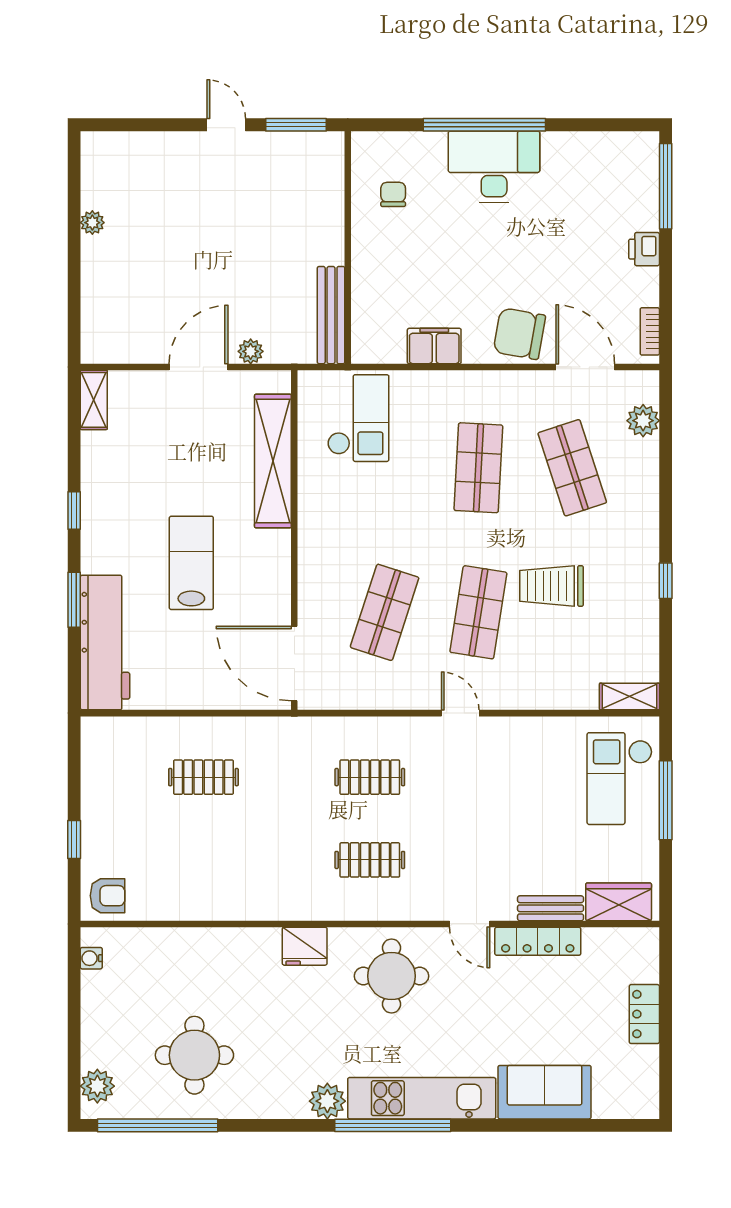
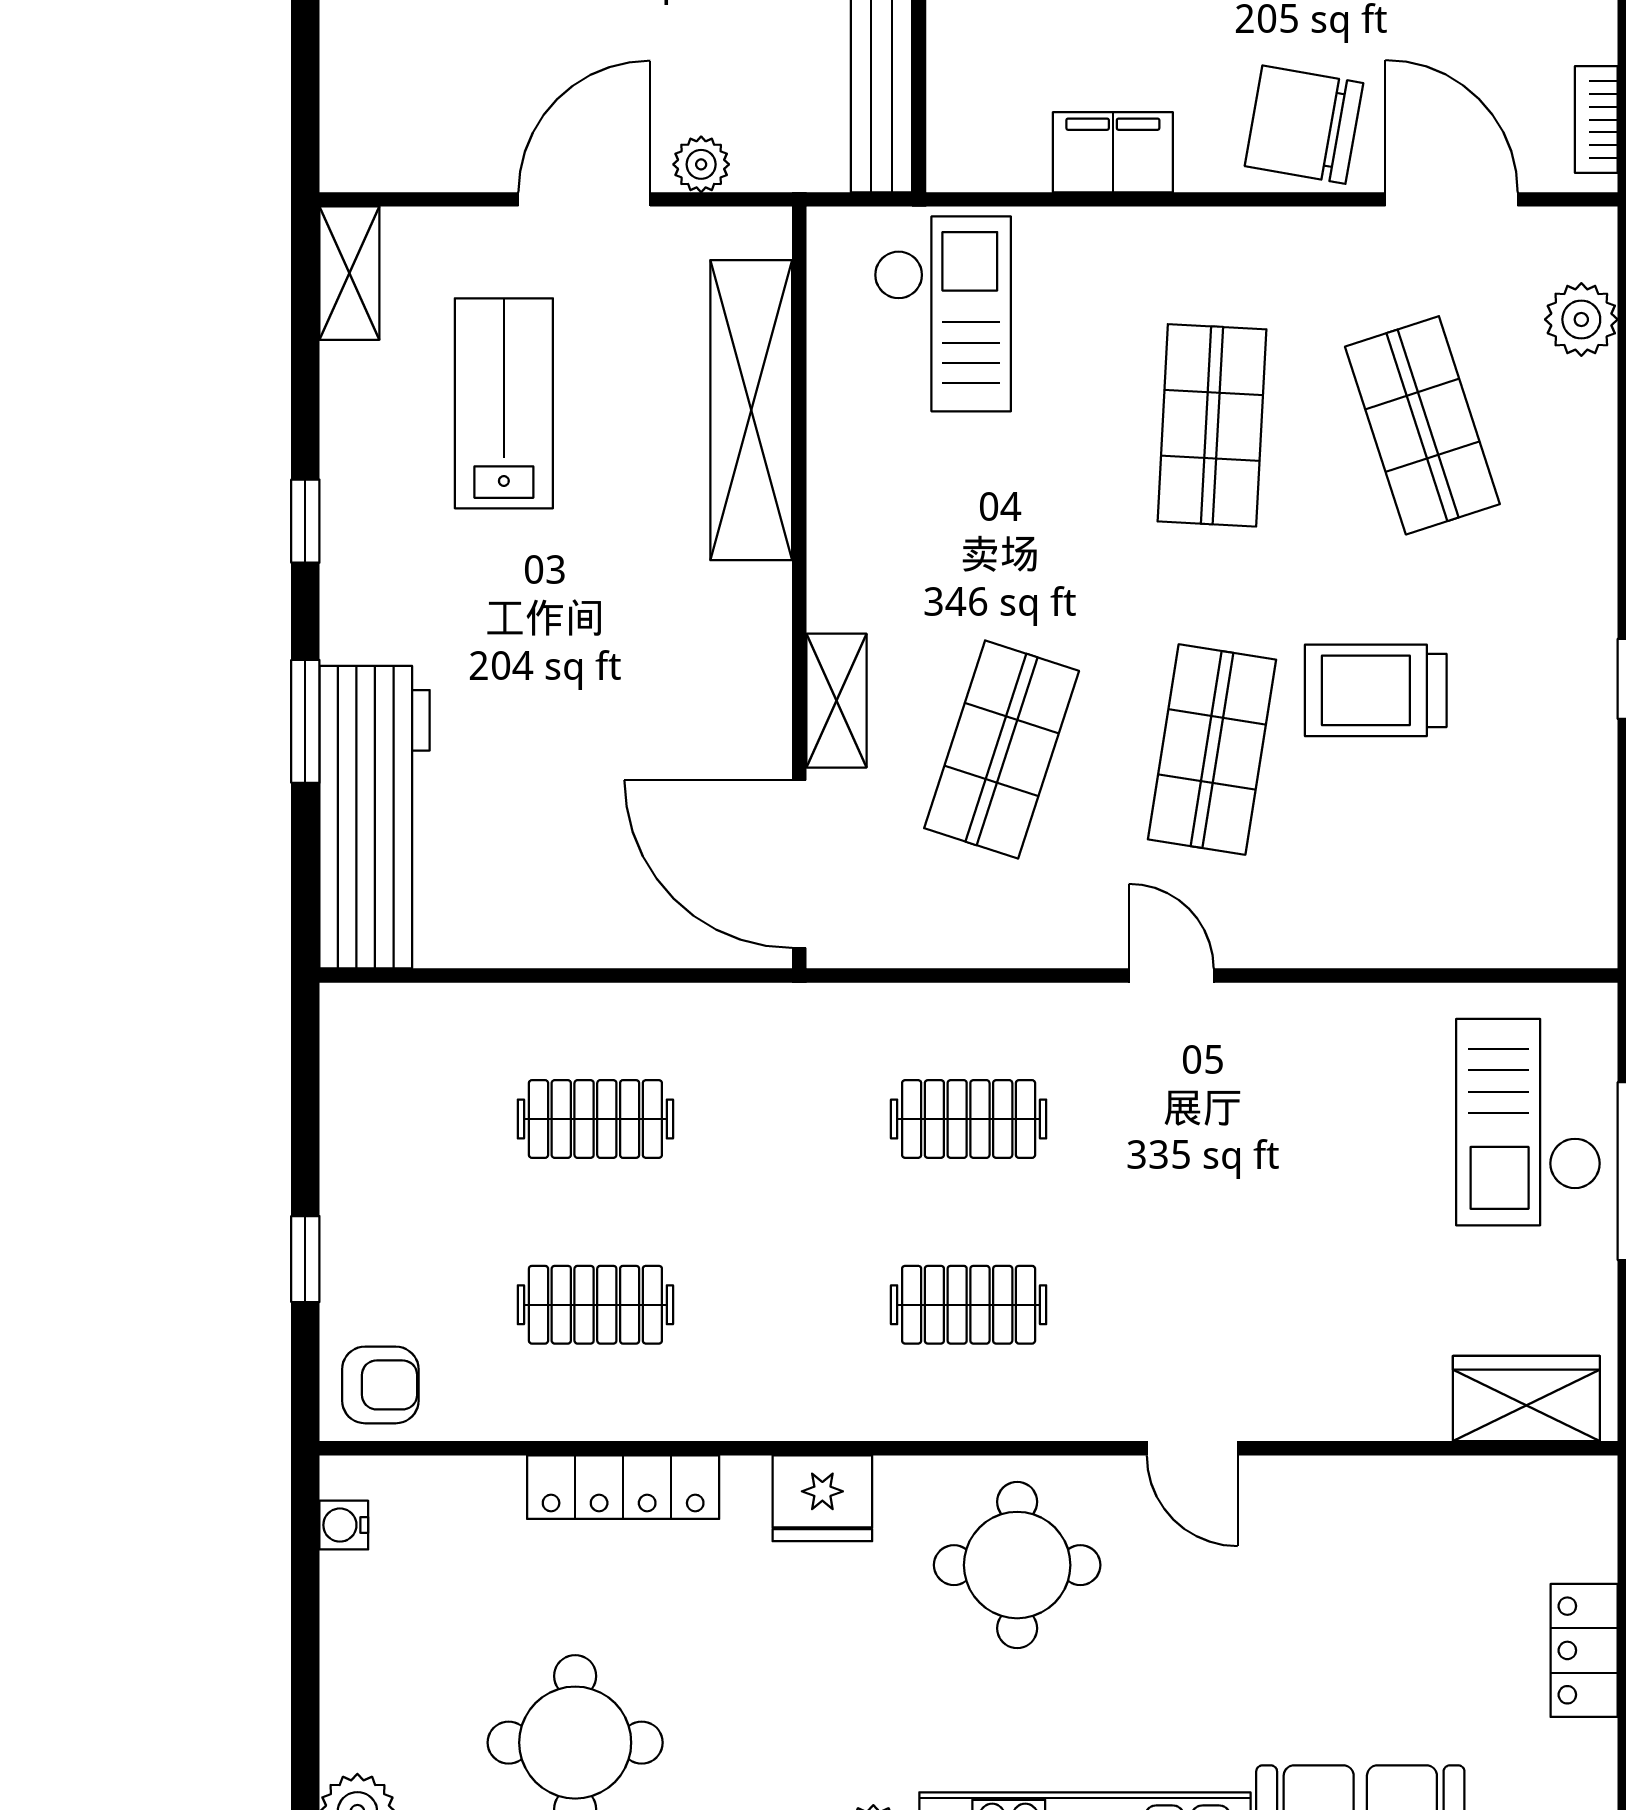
lab bench: (191, 563) -> (504, 403), moved
shelving: (629, 697) -> (836, 701), moved, turned 90
clothes rail: (203, 860) -> (595, 1305), added
bench: (551, 908) -> (1374, 1413), removed
locker: (538, 941) -> (623, 1487), moved

